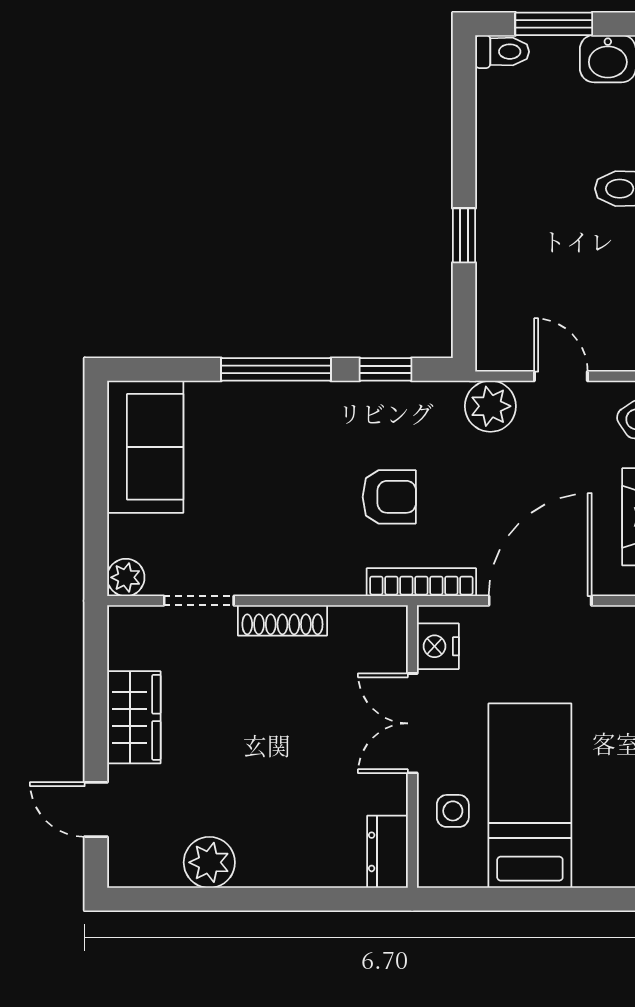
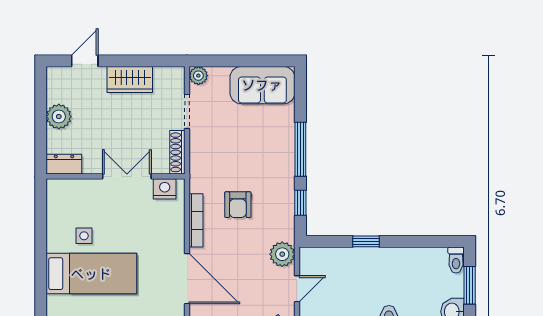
nightstand: (438, 646) -> (165, 189), moved
double door: (412, 723) -> (127, 176), moved
wall: (412, 747) -> (116, 176), moved
dresser: (388, 852) -> (64, 164), moved

